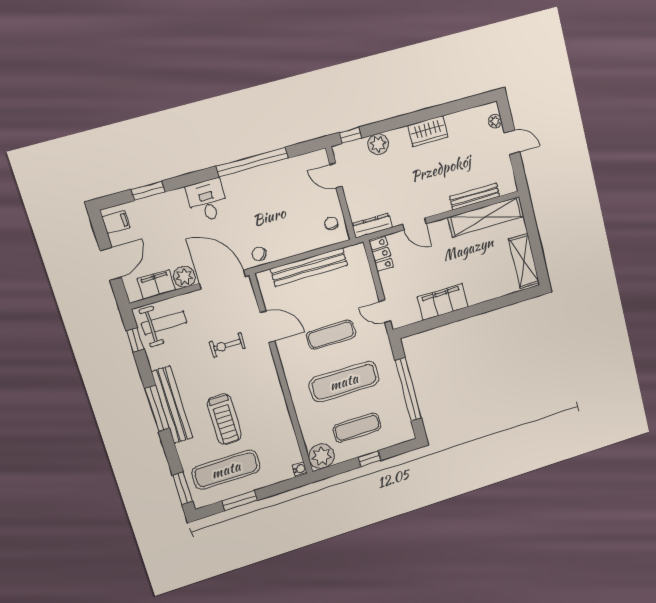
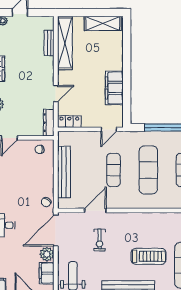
bench: (475, 197) -> (49, 43), width x0.73

